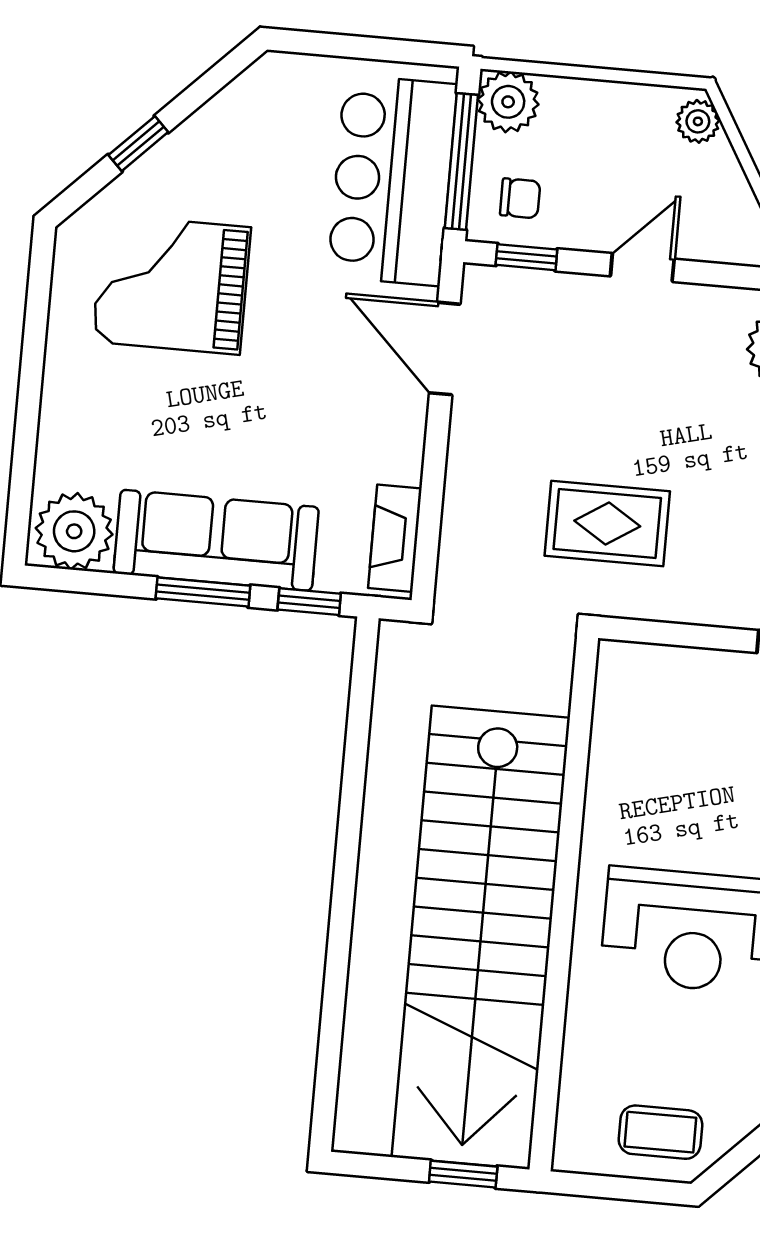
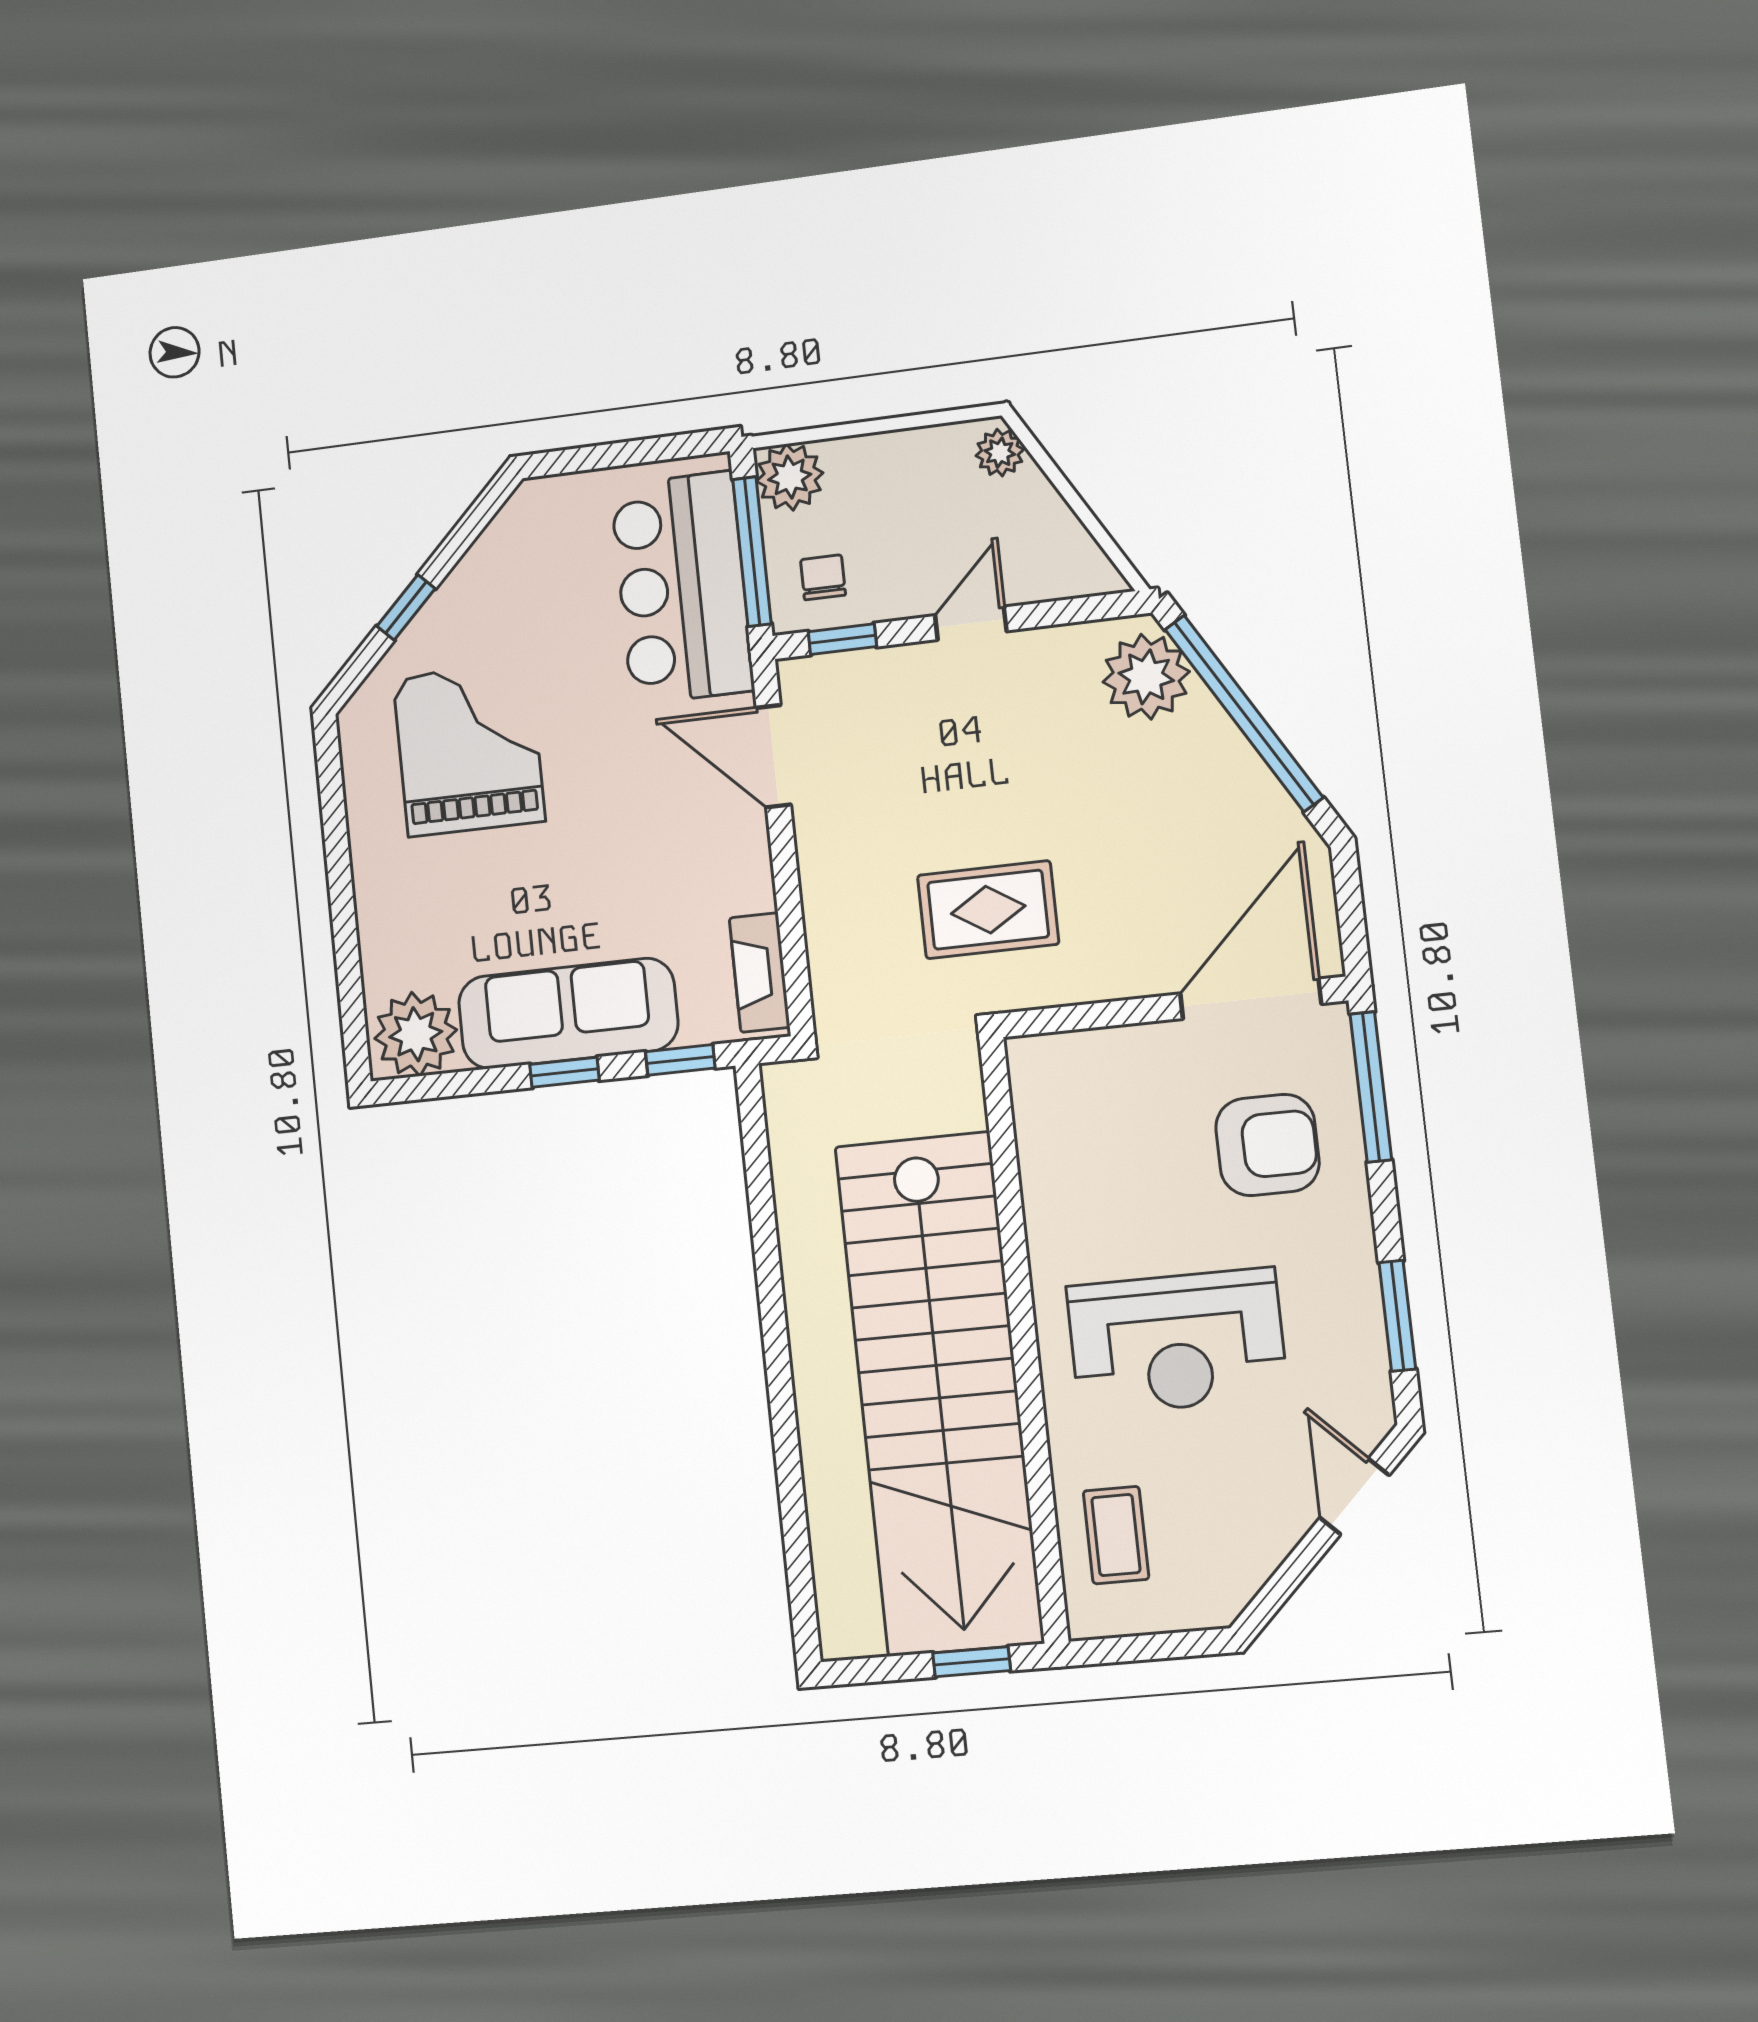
chair: (520, 198) -> (823, 577), turned -90
grand piano: (171, 284) -> (469, 749), turned 90
window: (203, 592) -> (565, 1072), width x0.67
coffee table: (660, 1132) -> (1116, 1535), moved, turned 90

